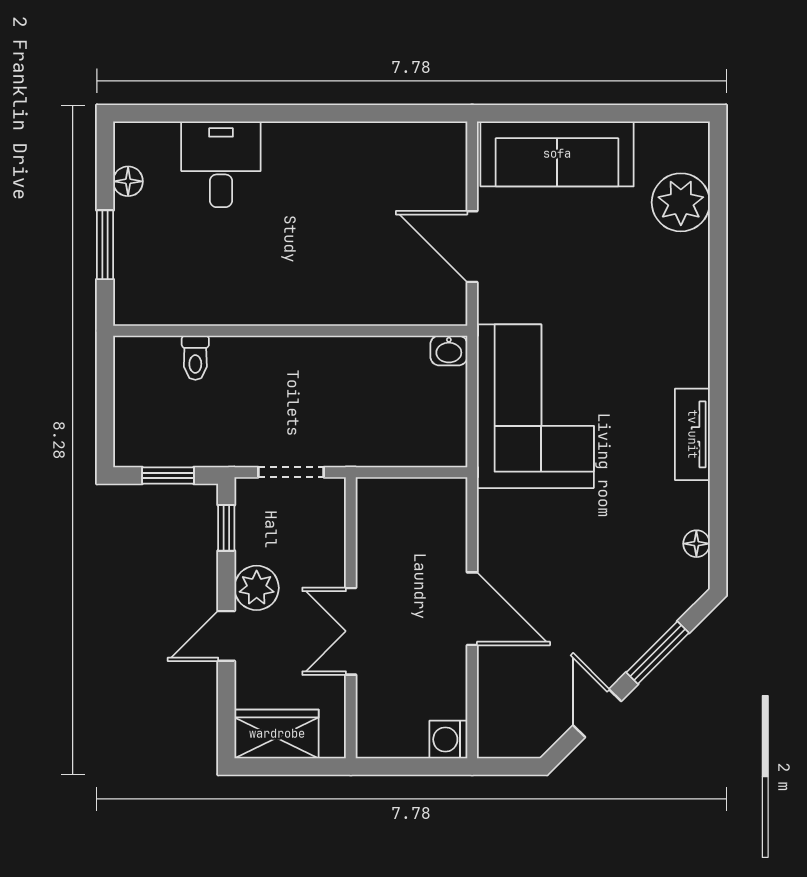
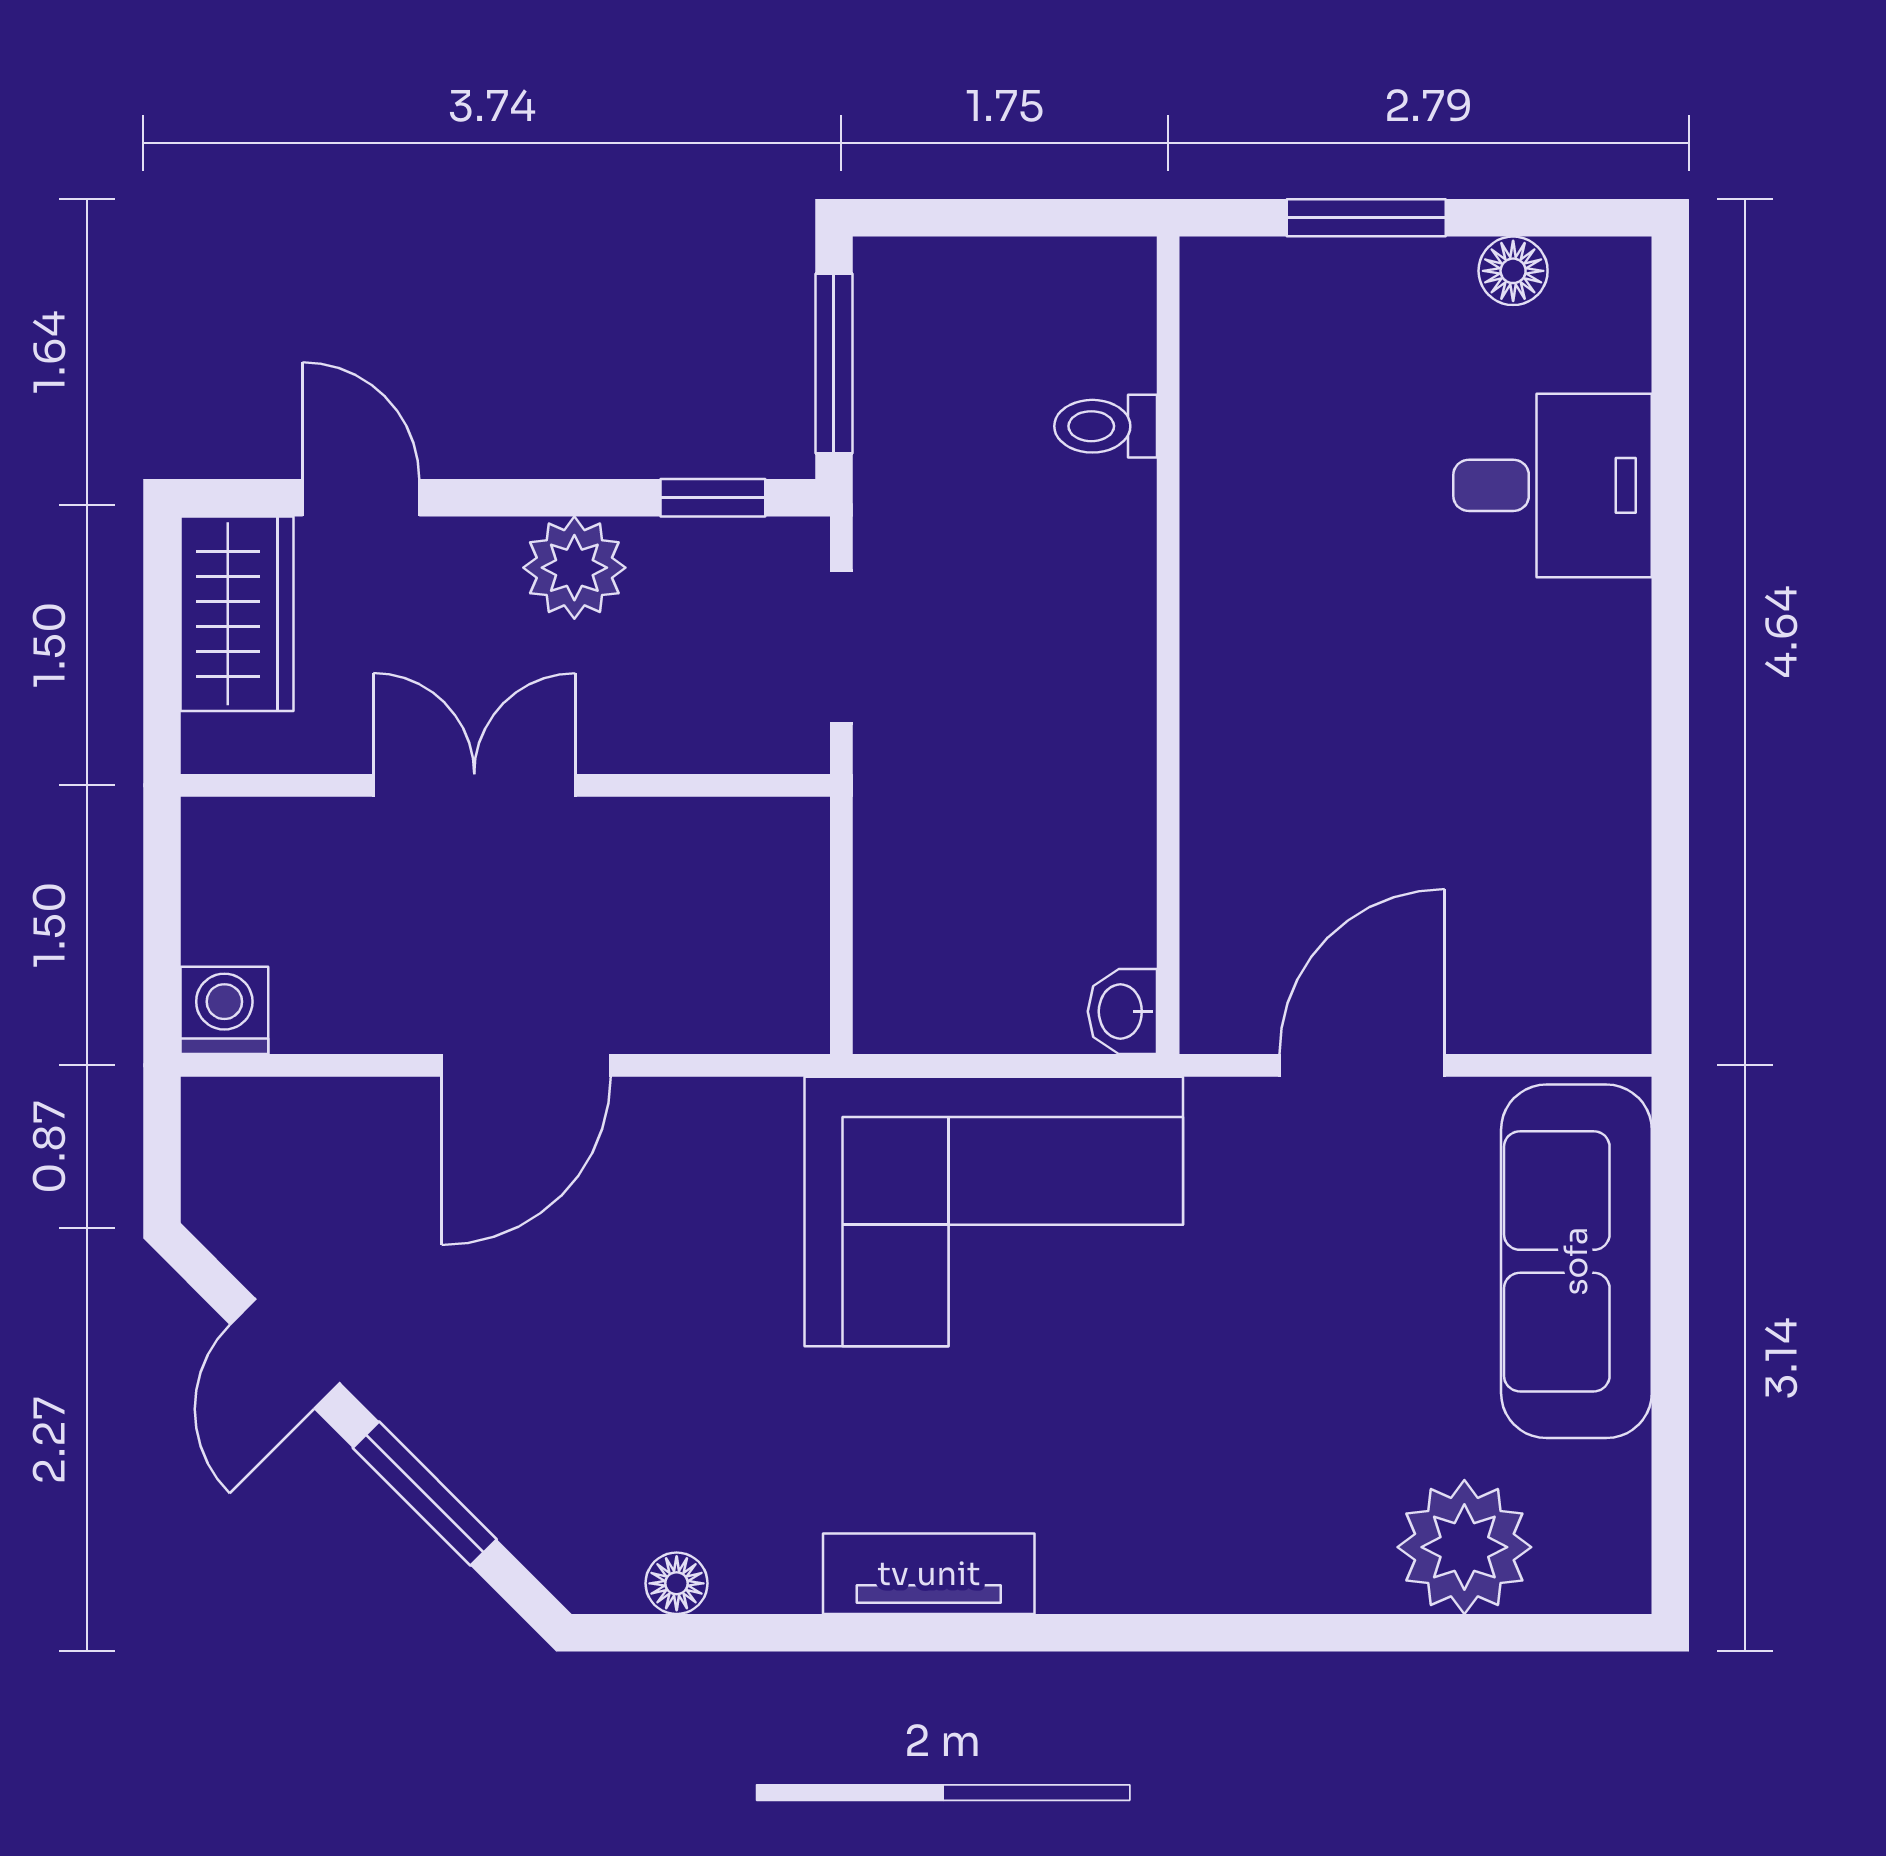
window: (168, 475) -> (834, 363), width x1.50
door: (226, 636) -> (361, 498), moved
door: (597, 713) -> (285, 1354), swing flipped

